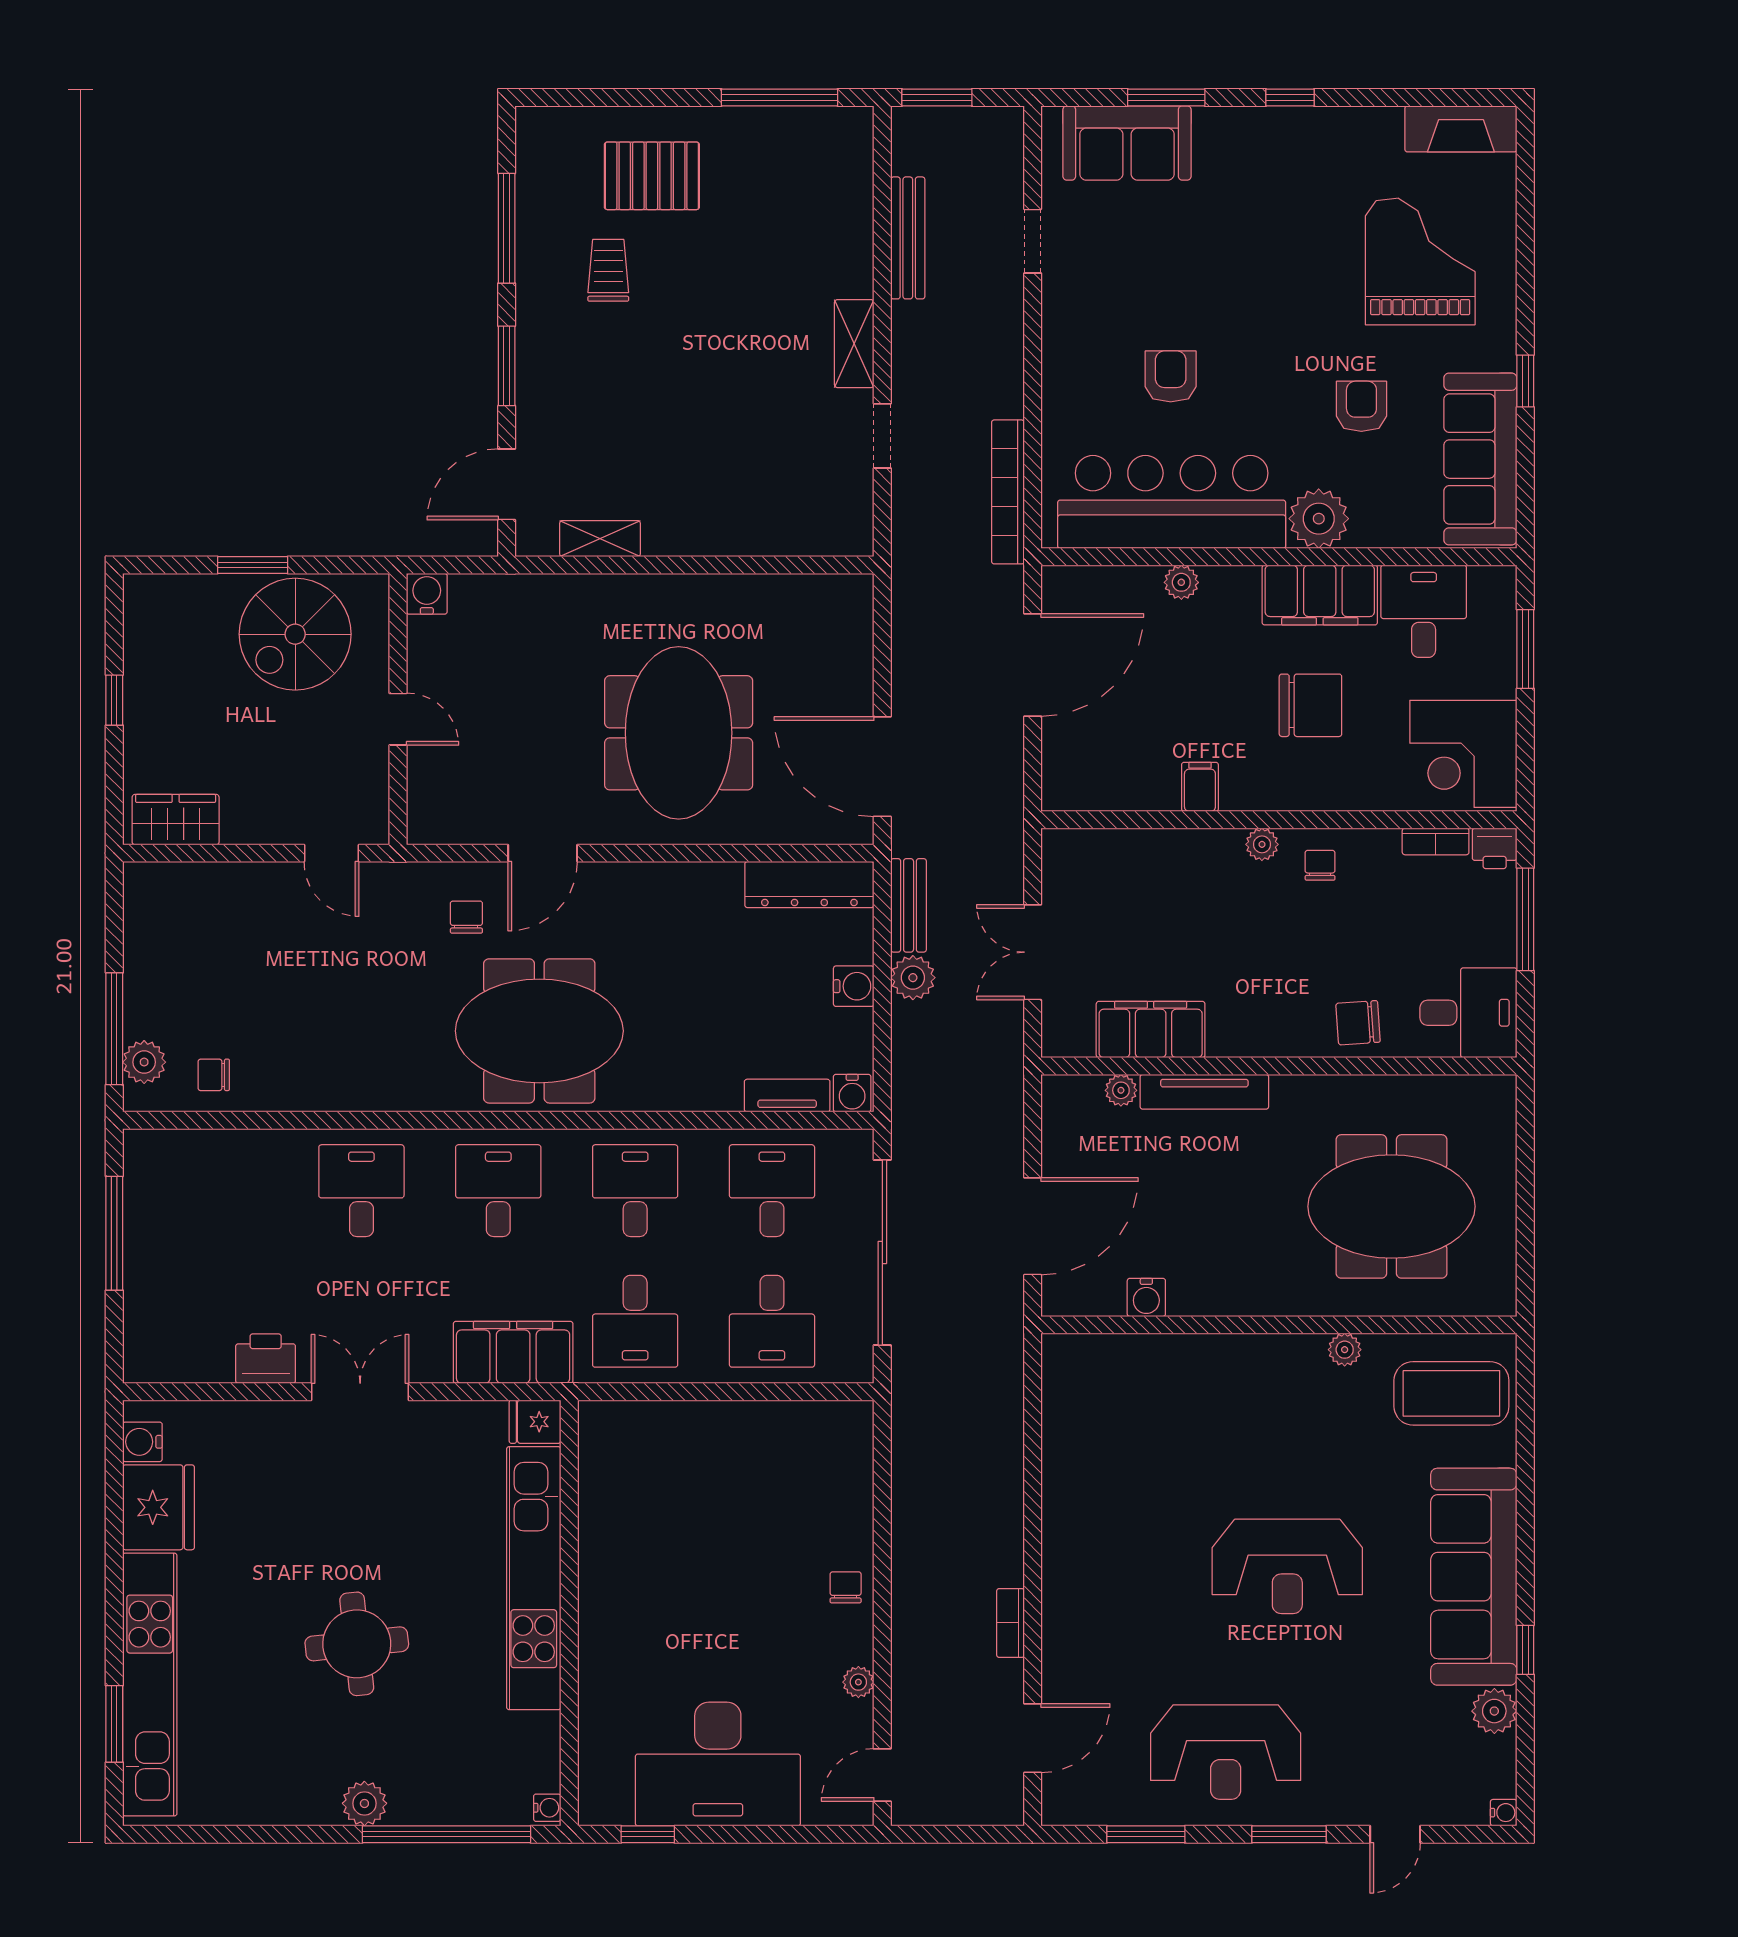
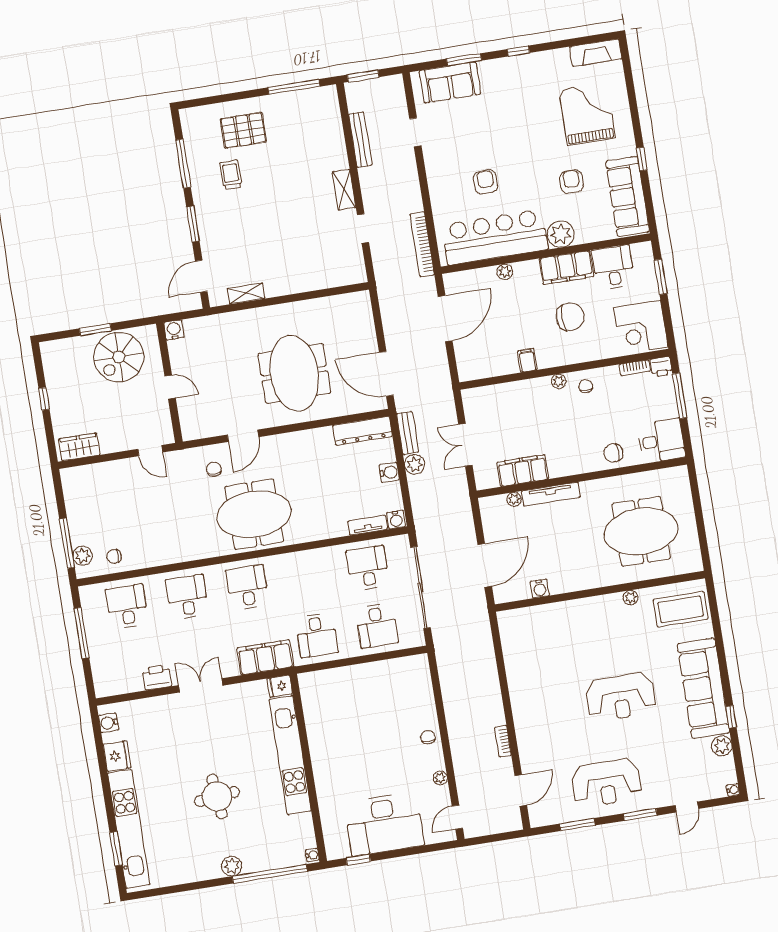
desk: (635, 1191) -> (127, 607), moved
fridge: (158, 1507) -> (117, 756), width x0.73, depth x0.75

